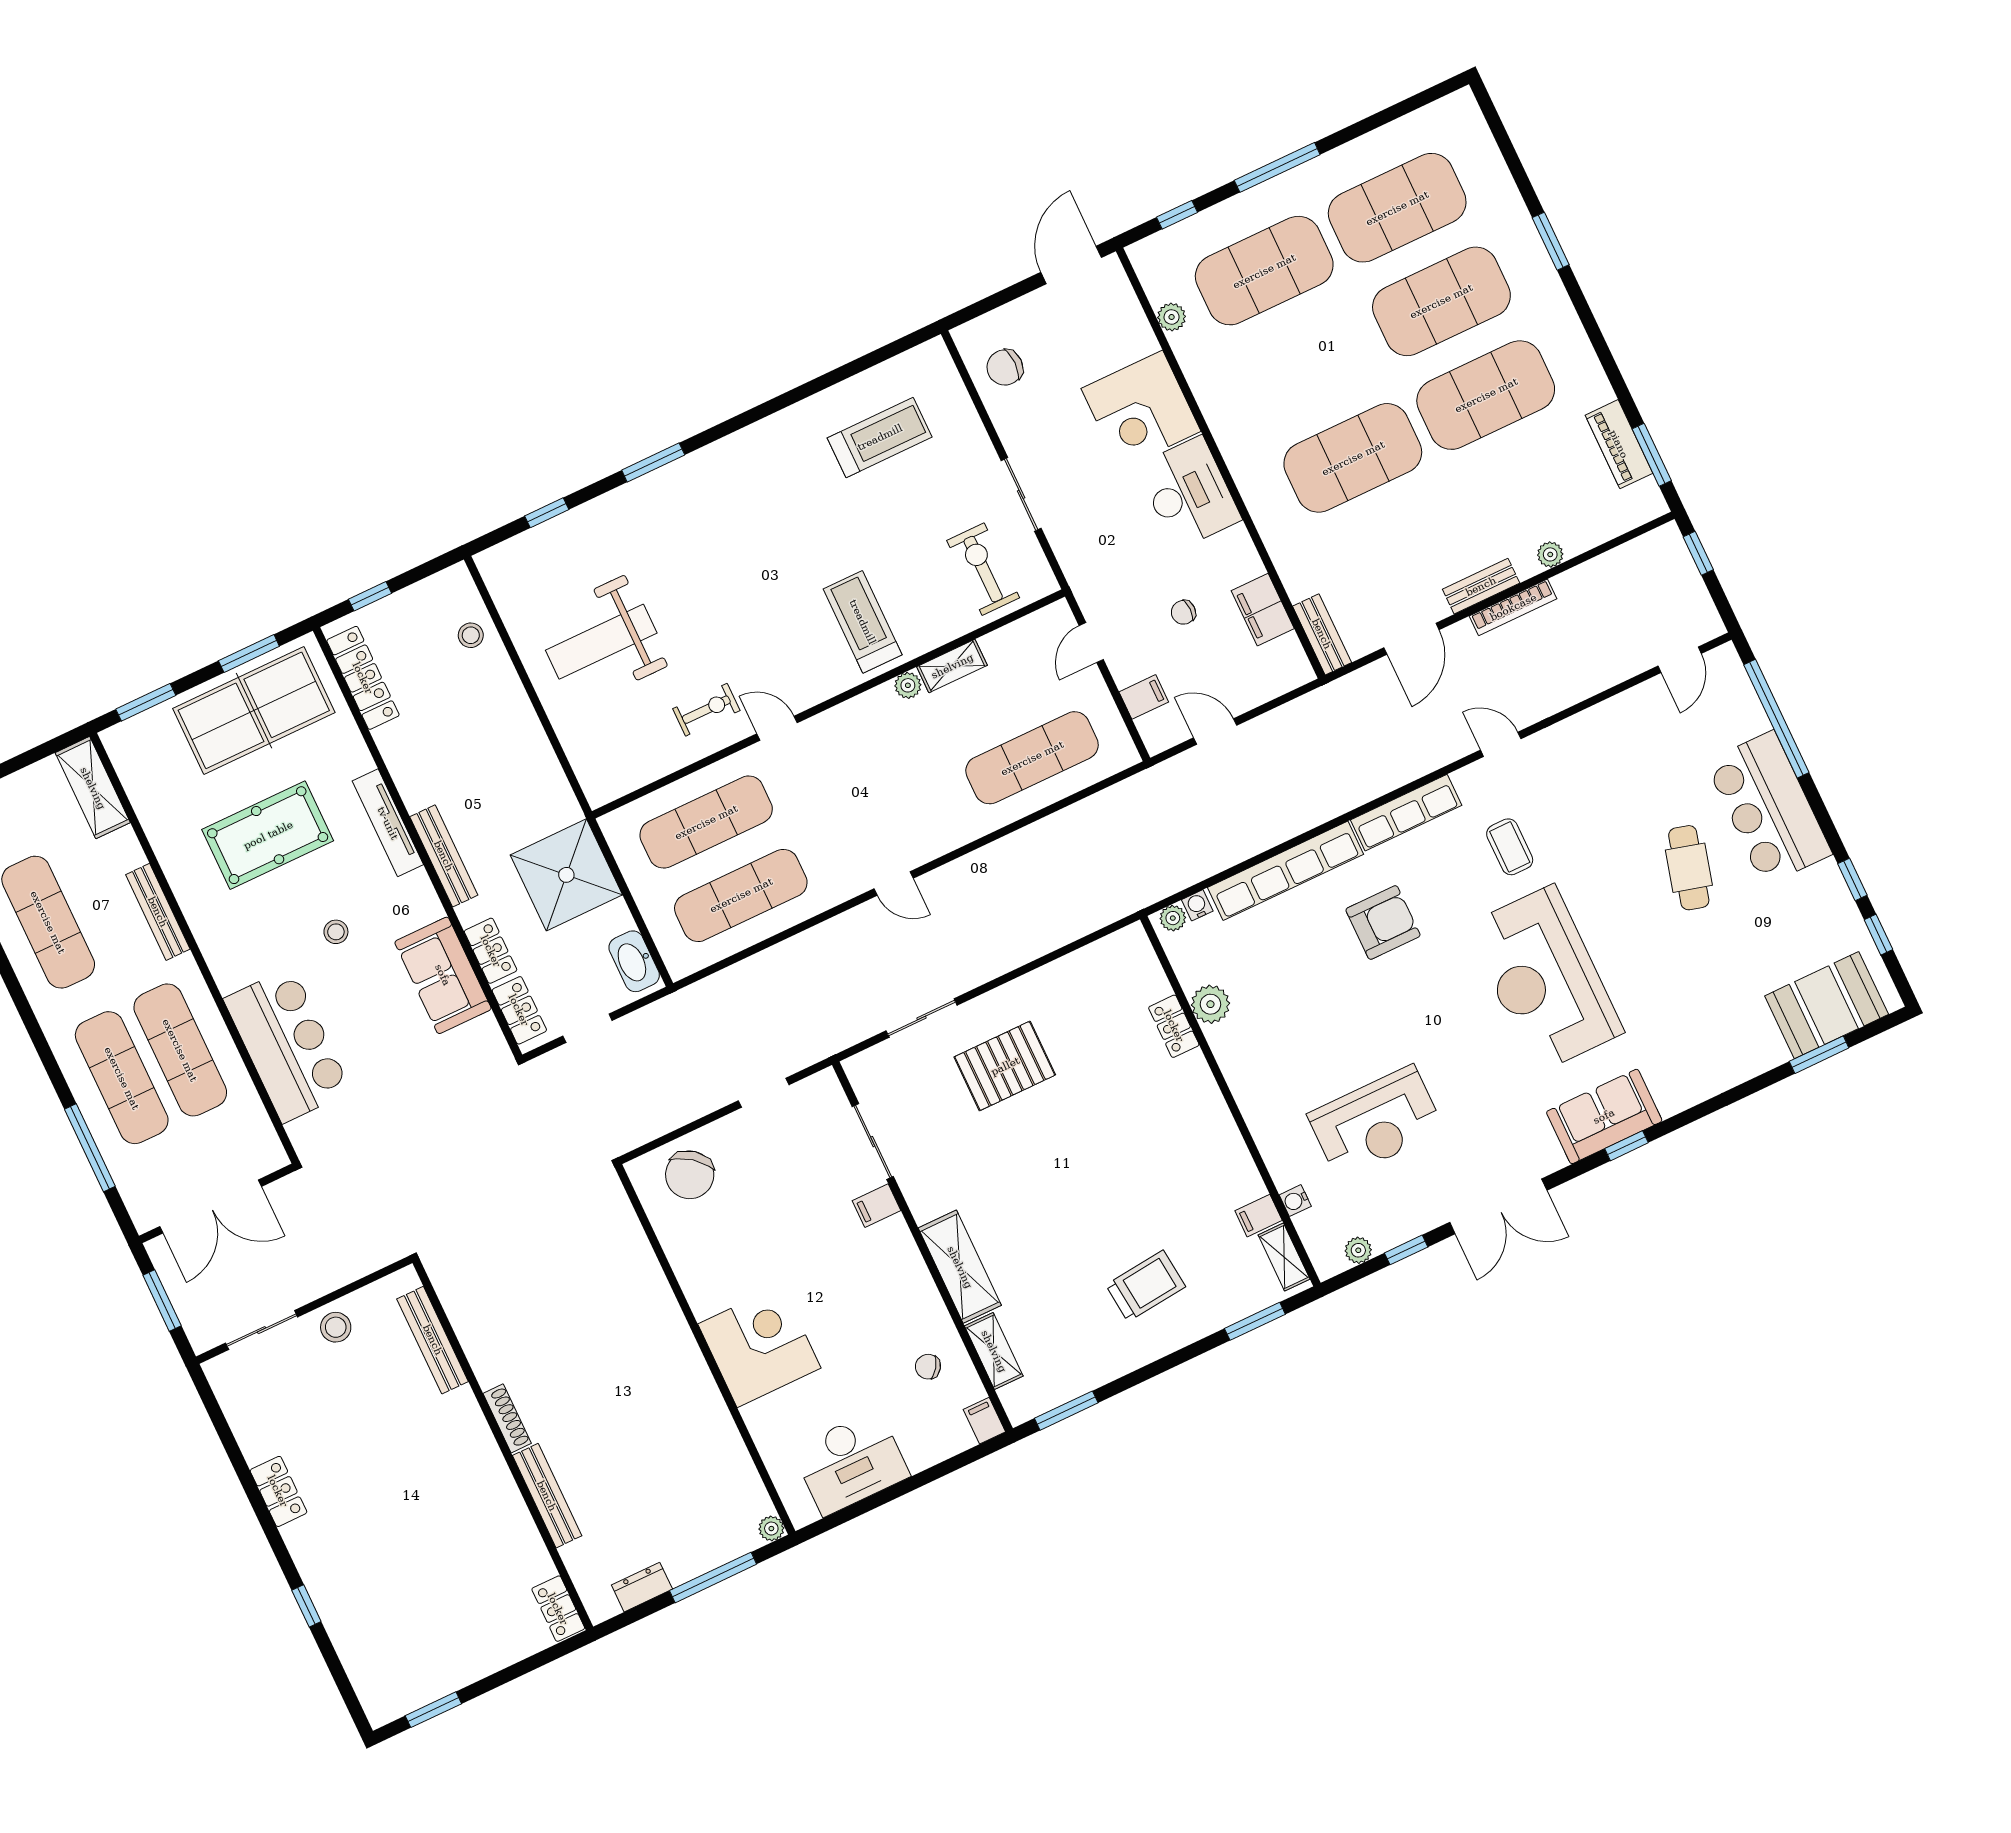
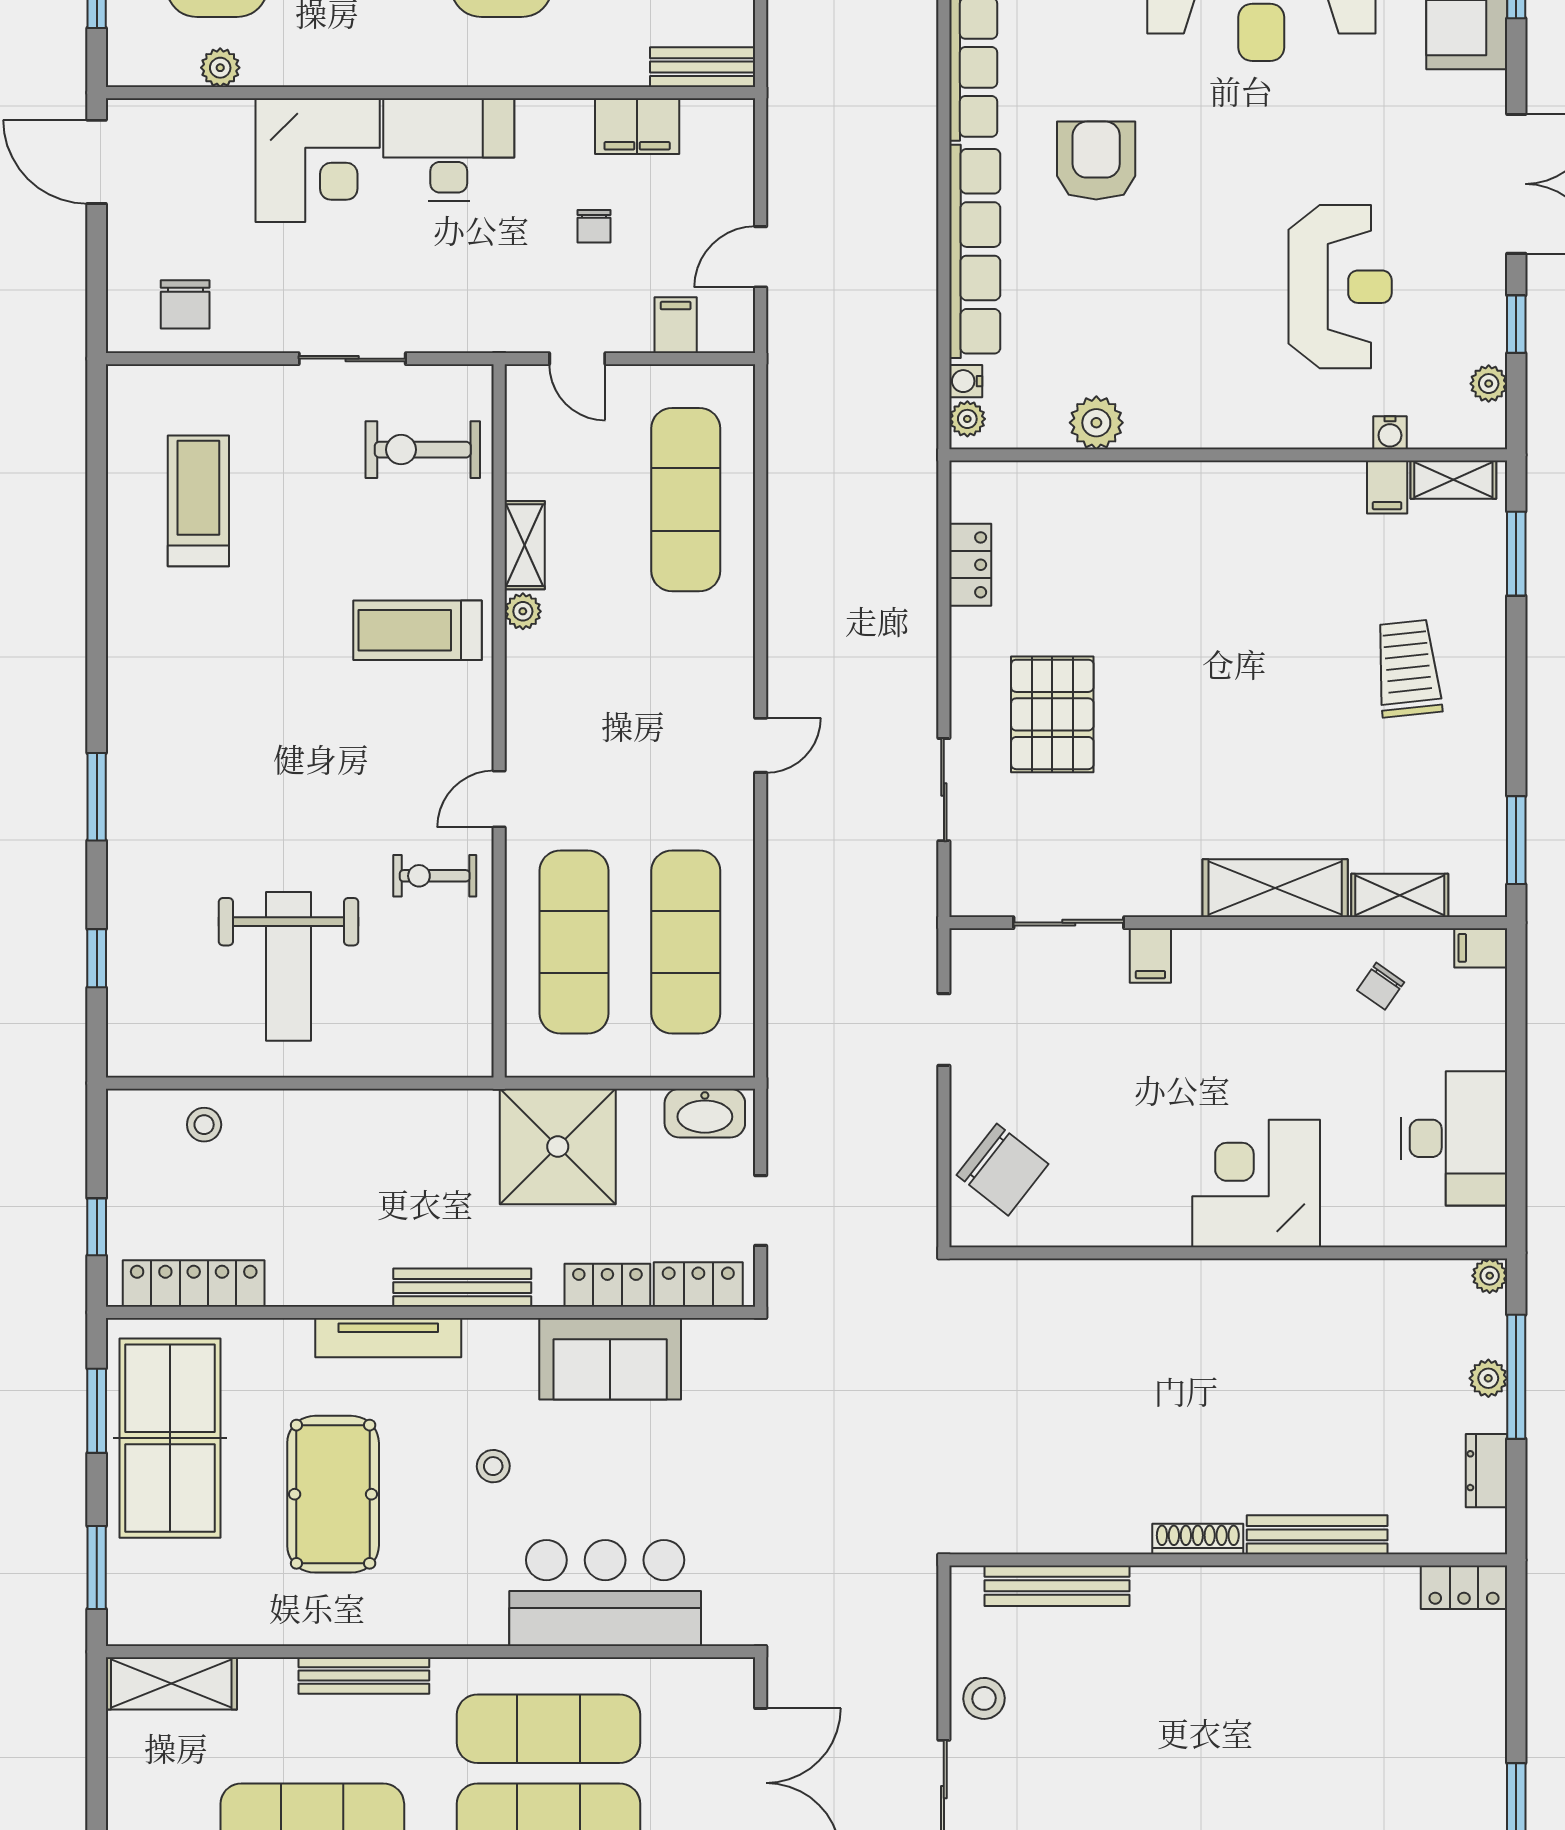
exercise bike: (706, 710) -> (435, 876), turned -90
locker: (1174, 1026) -> (970, 565), moved, turned -90
plant: (703, 1560) -> (1488, 1378), added

